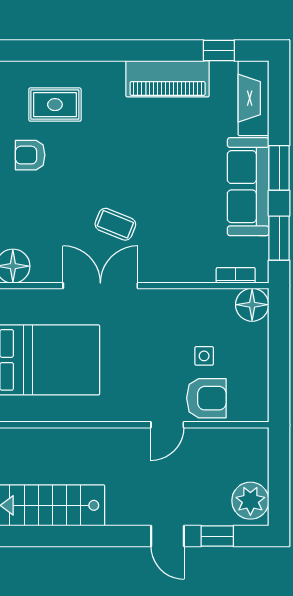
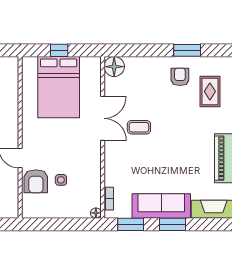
coffee table: (115, 224) -> (139, 127), turned 68
floor lamp: (252, 305) -> (96, 213), width x0.53, depth x0.53

